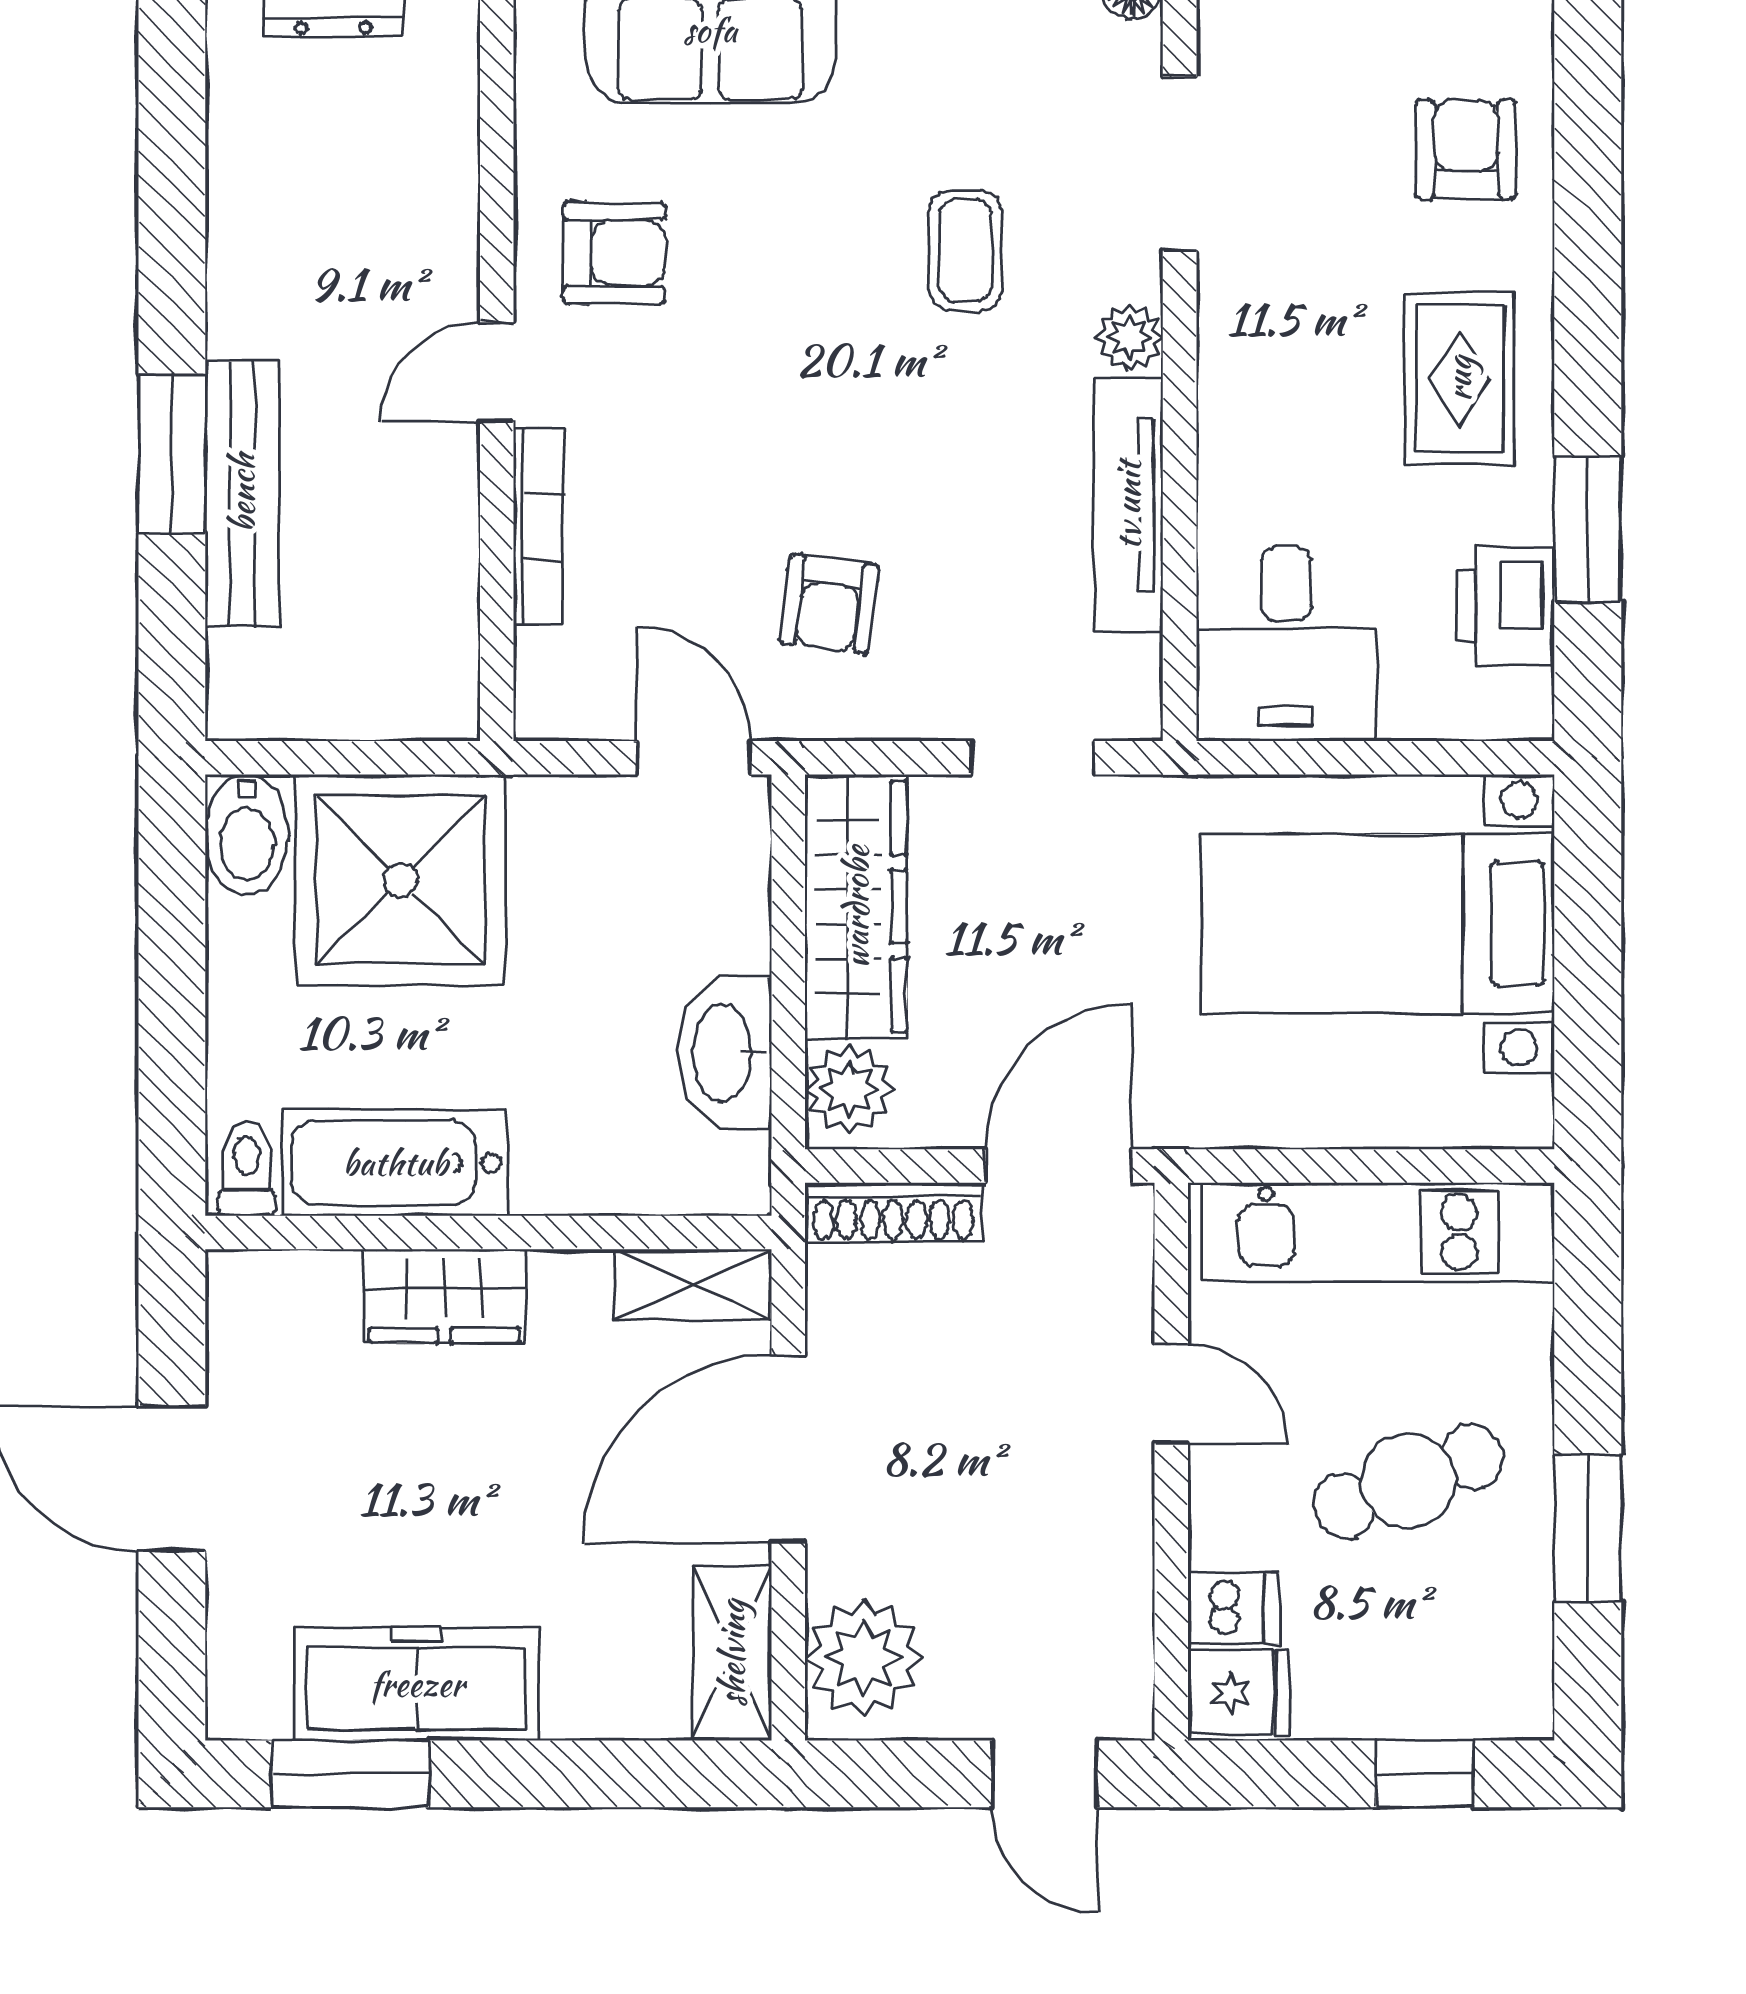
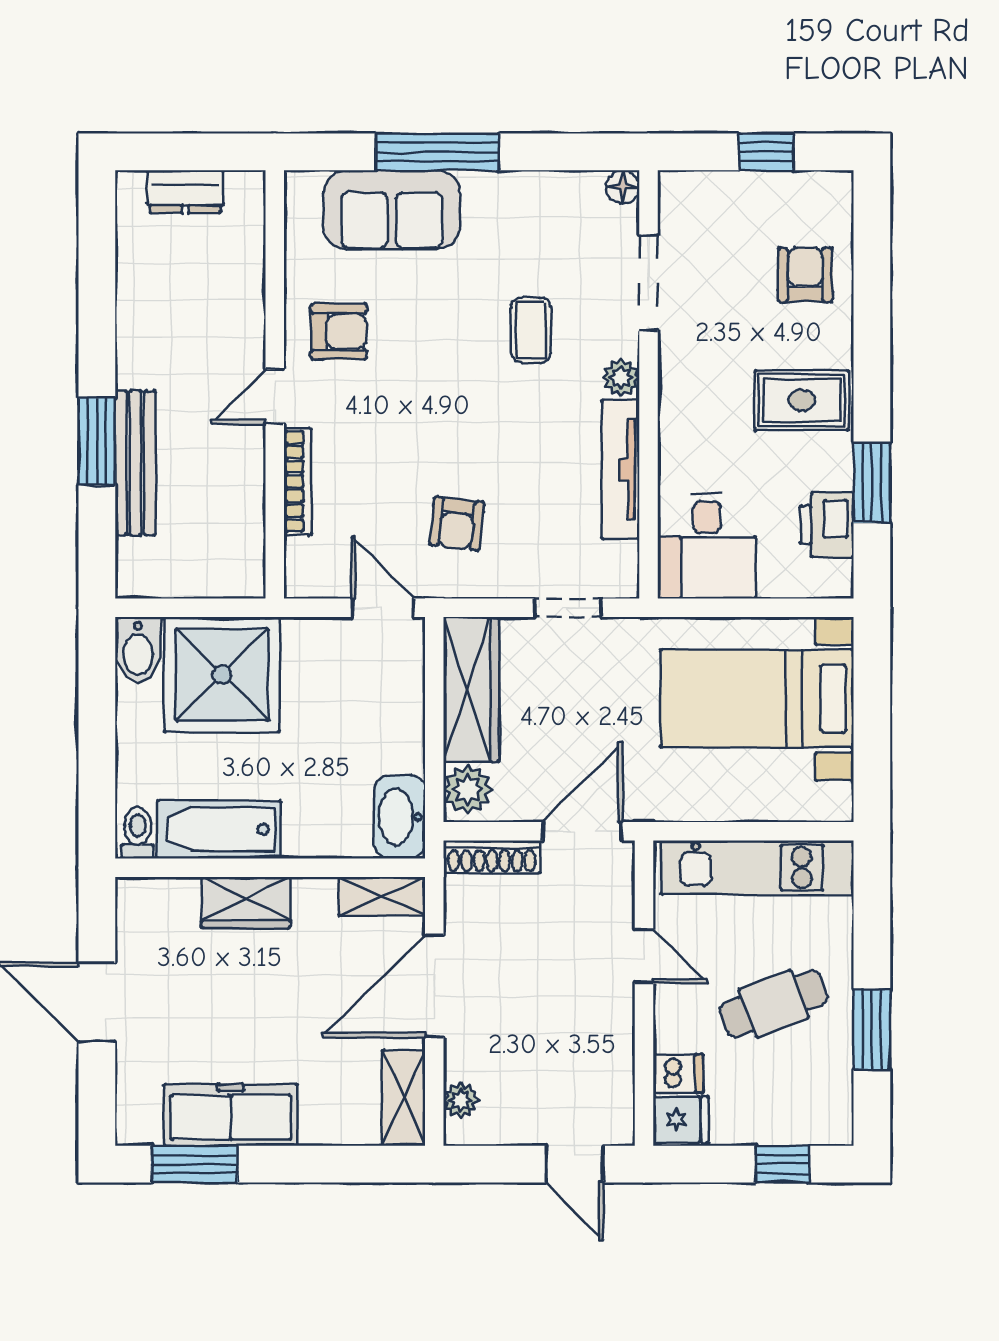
rug: (1459, 379) -> (802, 400), turned 90
washbasin: (725, 1052) -> (400, 817), moved
plant: (863, 1657) -> (460, 1100), width x0.53, depth x0.53

